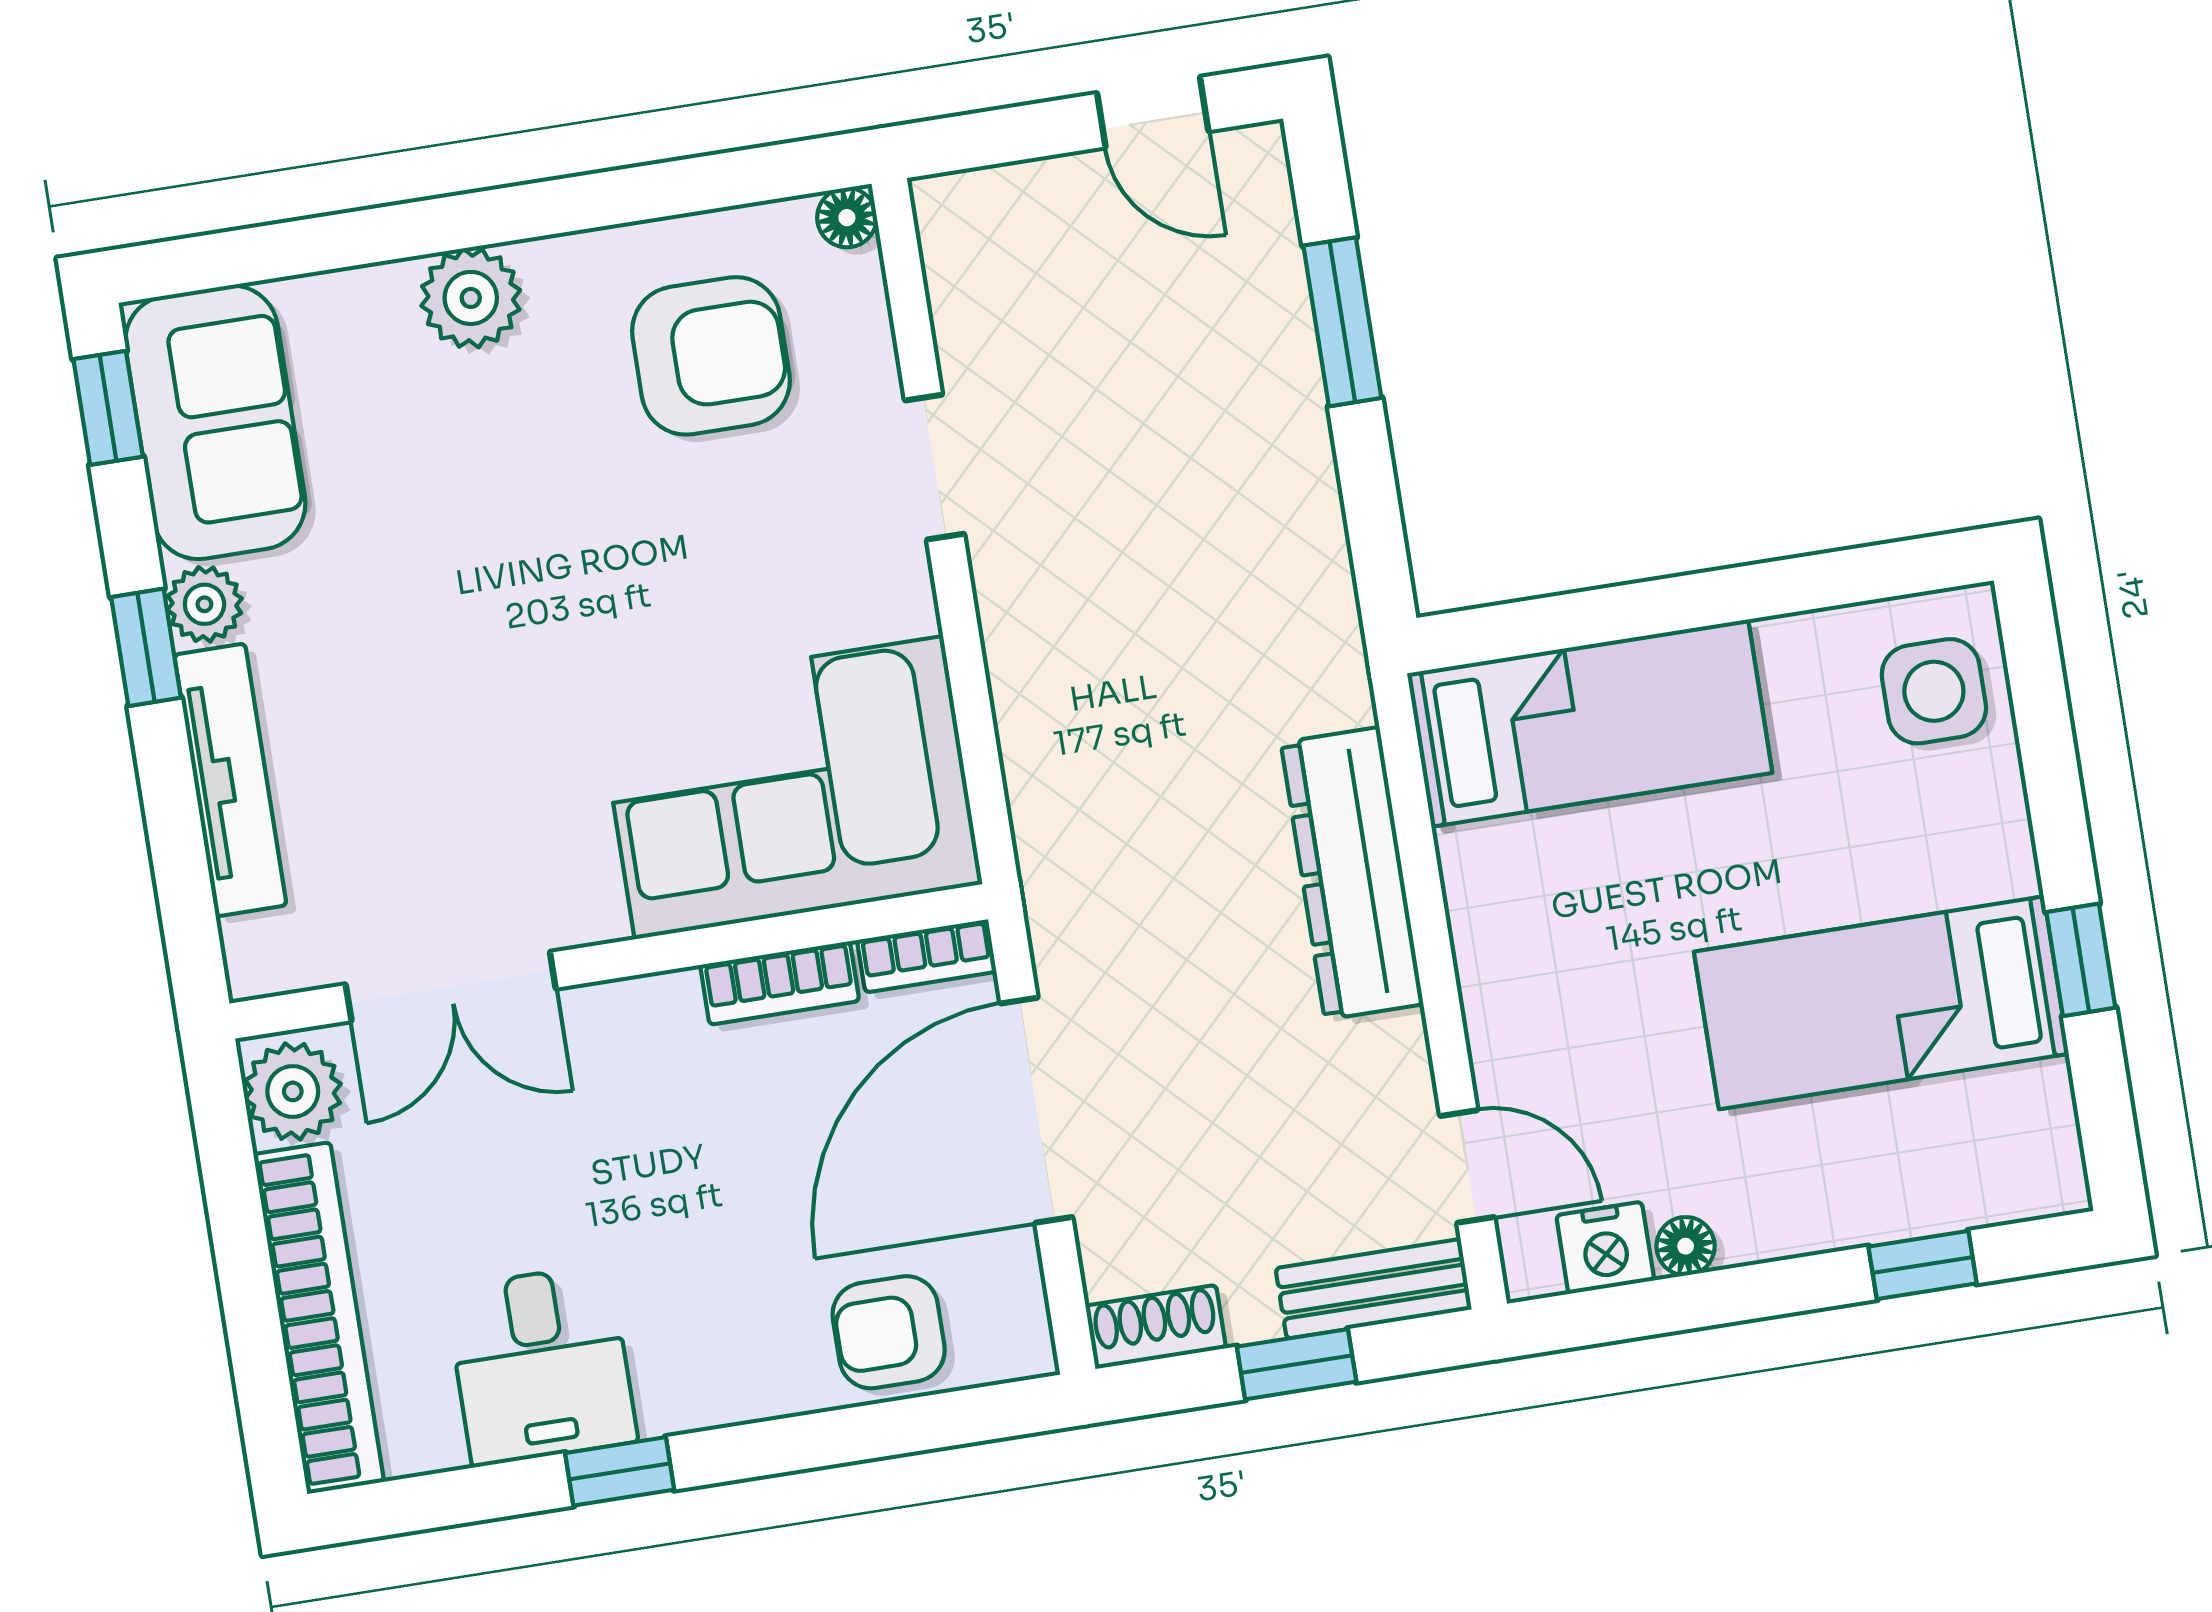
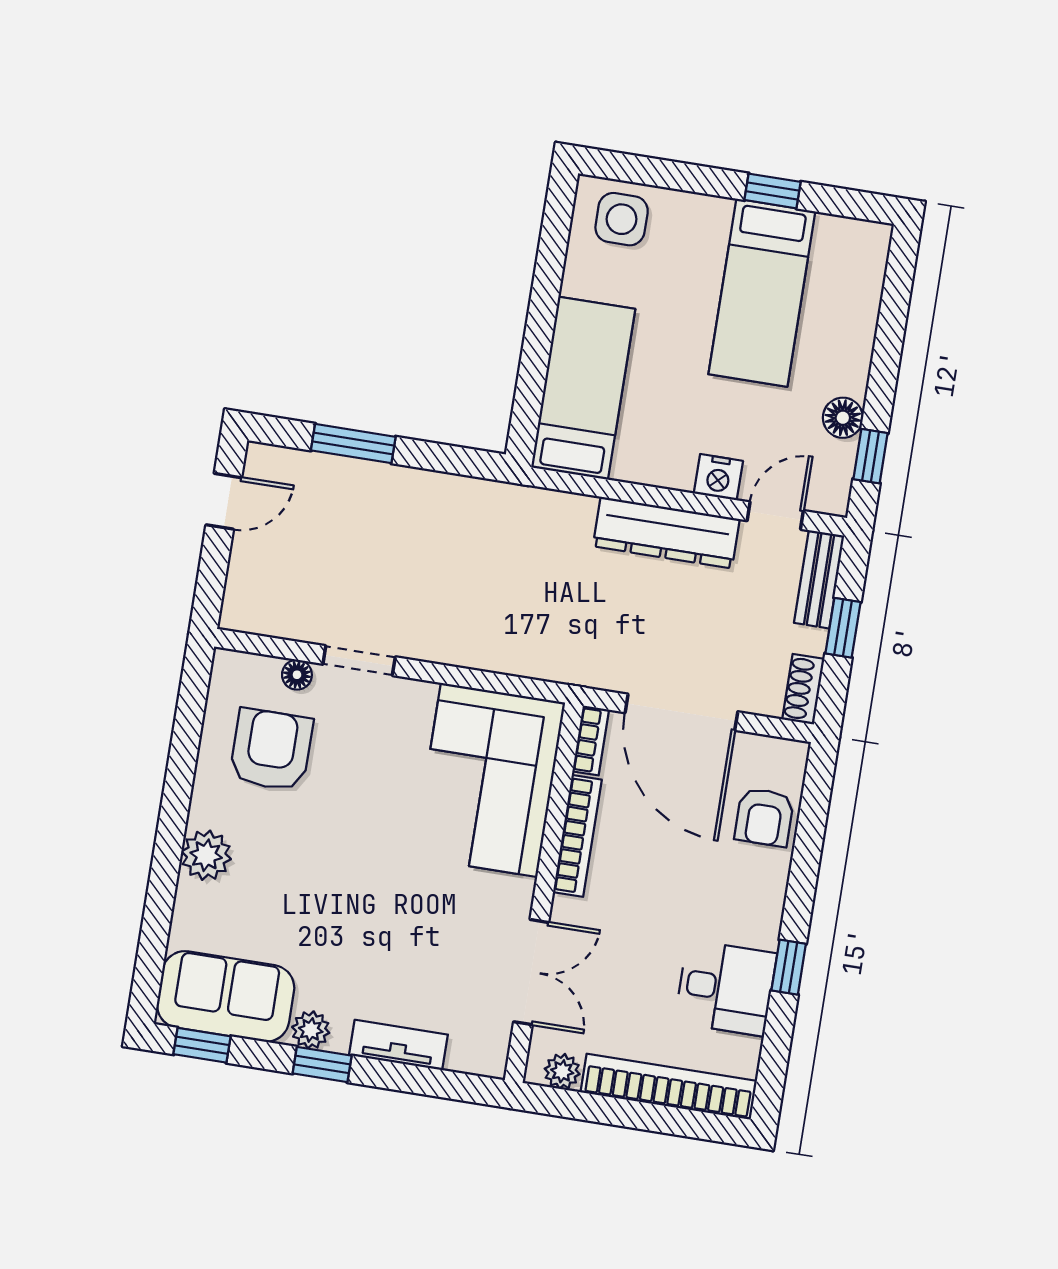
floor lamp: (847, 218) -> (297, 675), moved
tv unit: (230, 780) -> (398, 1045), width x0.71
dresser: (1352, 873) -> (666, 533), moved
bookcase: (780, 983) -> (577, 836), width x1.56
plant: (293, 1091) -> (562, 1071), width x0.73, depth x0.73
floor lamp: (1686, 1246) -> (843, 418), width x1.37, depth x1.37
nightstand: (1605, 1248) -> (718, 477), moved, turned 90
window: (1923, 1265) -> (870, 456), moved

